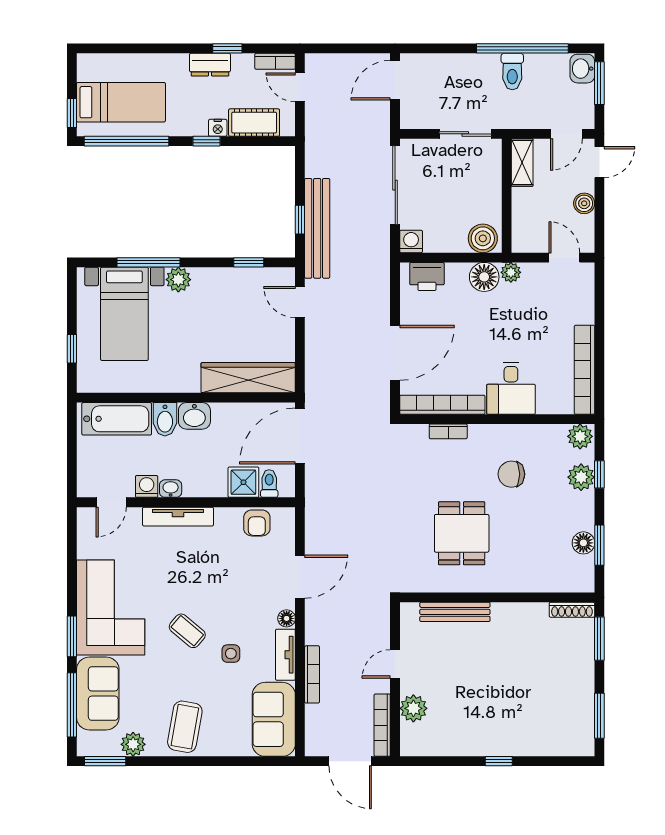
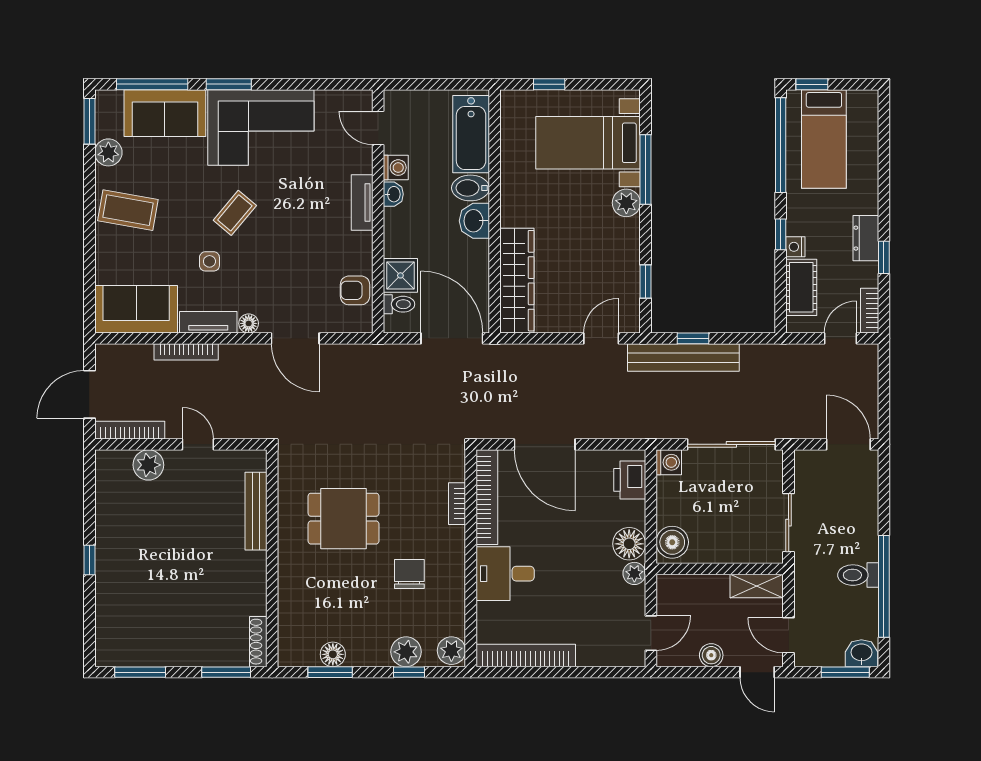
tv unit: (178, 517) -> (362, 203), width x0.71

